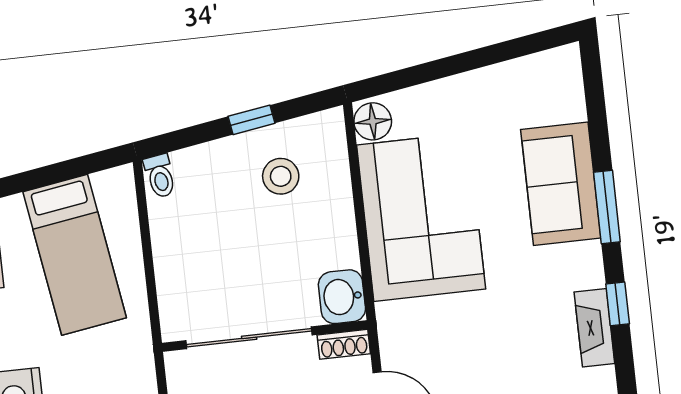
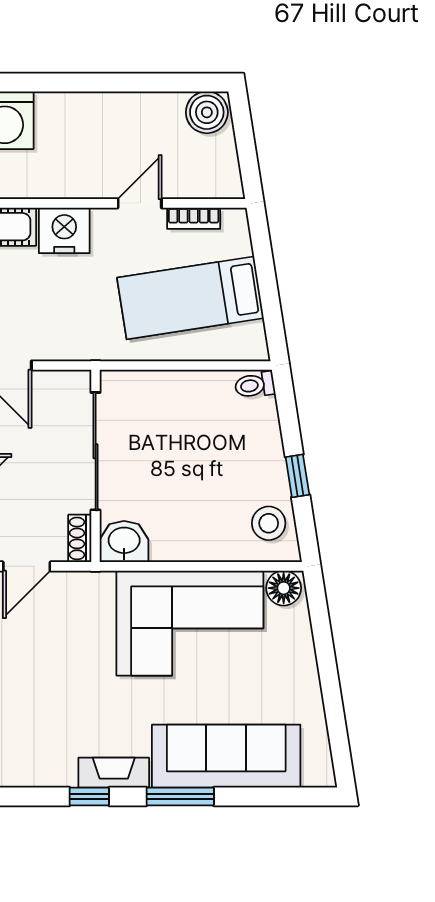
stool: (281, 176) -> (269, 523), moved
sofa: (561, 184) -> (226, 756), width x1.36
fireplace: (594, 328) -> (114, 773), moved

